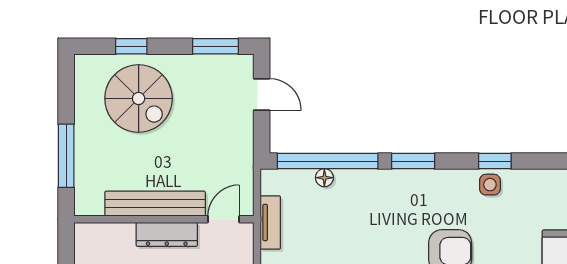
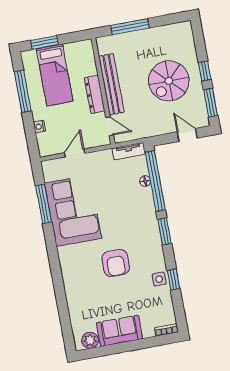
window: (131, 46) -> (205, 71), moved
door: (262, 94) -> (187, 135), swing flipped
spiral stairs: (139, 98) -> (169, 81), moved
tv unit: (270, 222) -> (129, 151), moved

